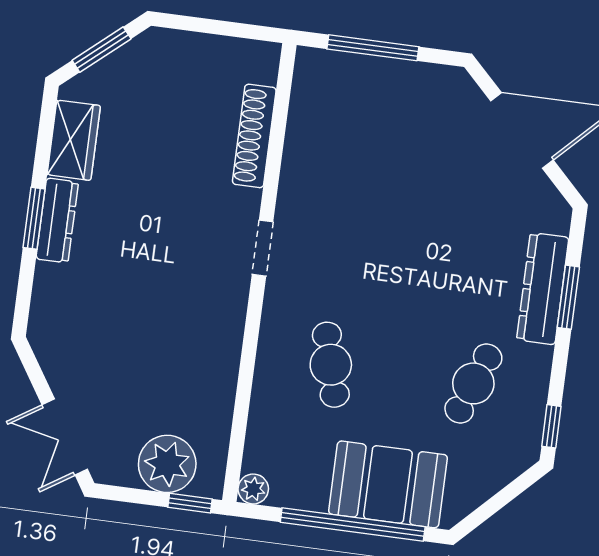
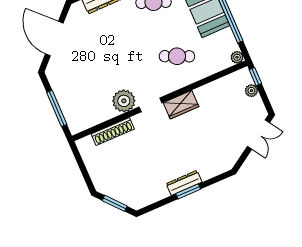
wardrobe: (74, 140) -> (181, 105), moved, turned 180
plant: (304, 197) -> (124, 101), added
cafe table: (331, 365) -> (177, 56), turned 39
plant: (167, 464) -> (251, 91), width x0.53, depth x0.53

